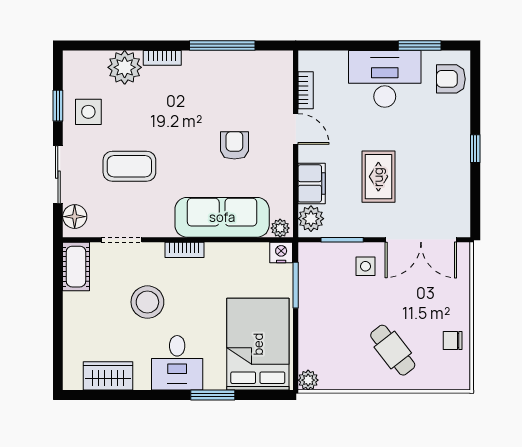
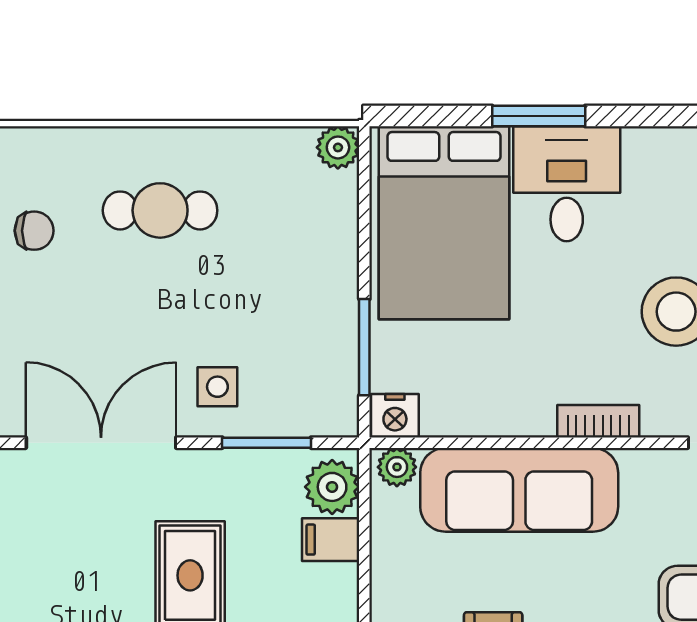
filing cabinet: (312, 183) -> (331, 540), width x0.50
cafe table: (393, 350) -> (160, 210), turned -52
desk: (177, 363) -> (567, 184), moved

